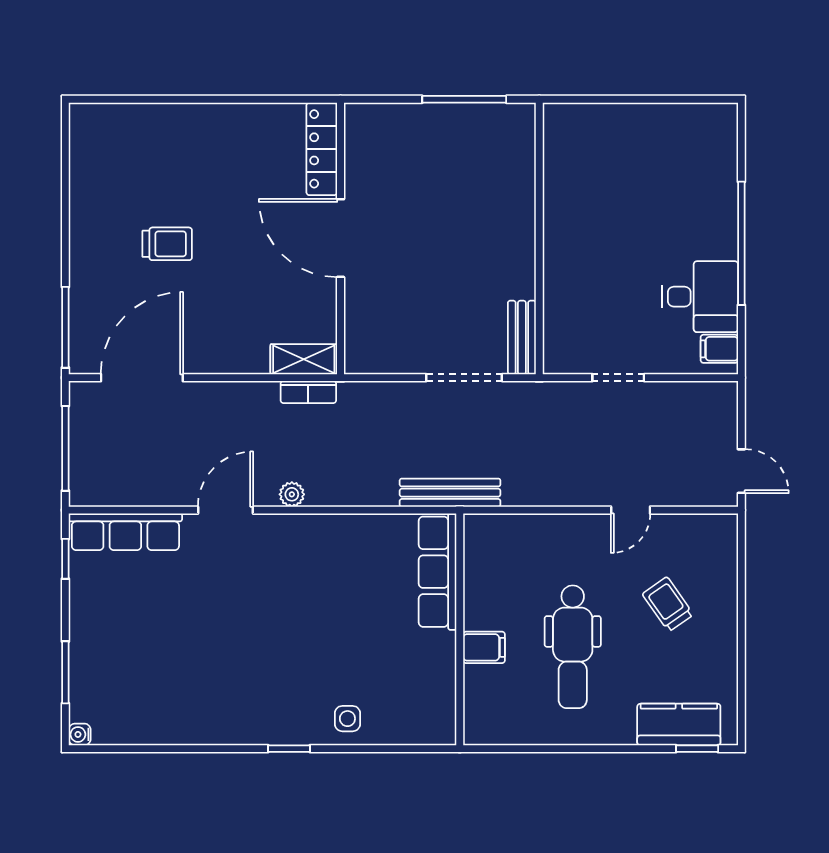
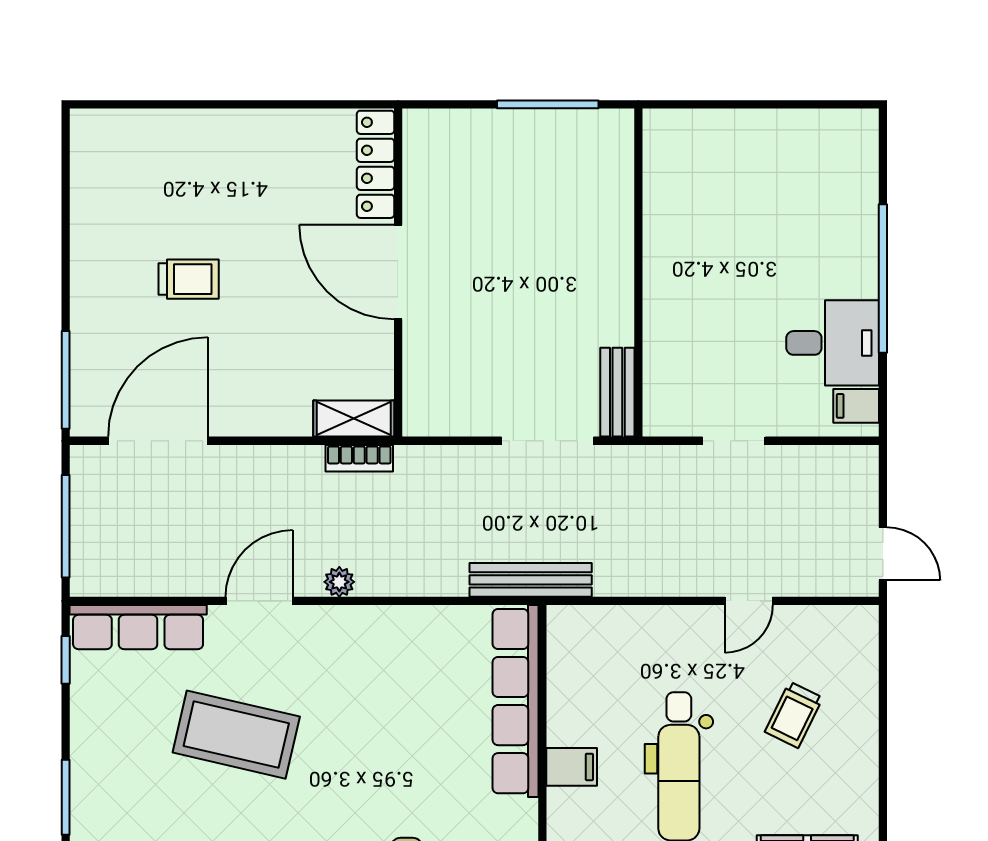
row of seats: (438, 572) -> (515, 701), width x1.36
trolley: (668, 604) -> (794, 715), turned -119
coffee table: (207, 621) -> (236, 735), added

